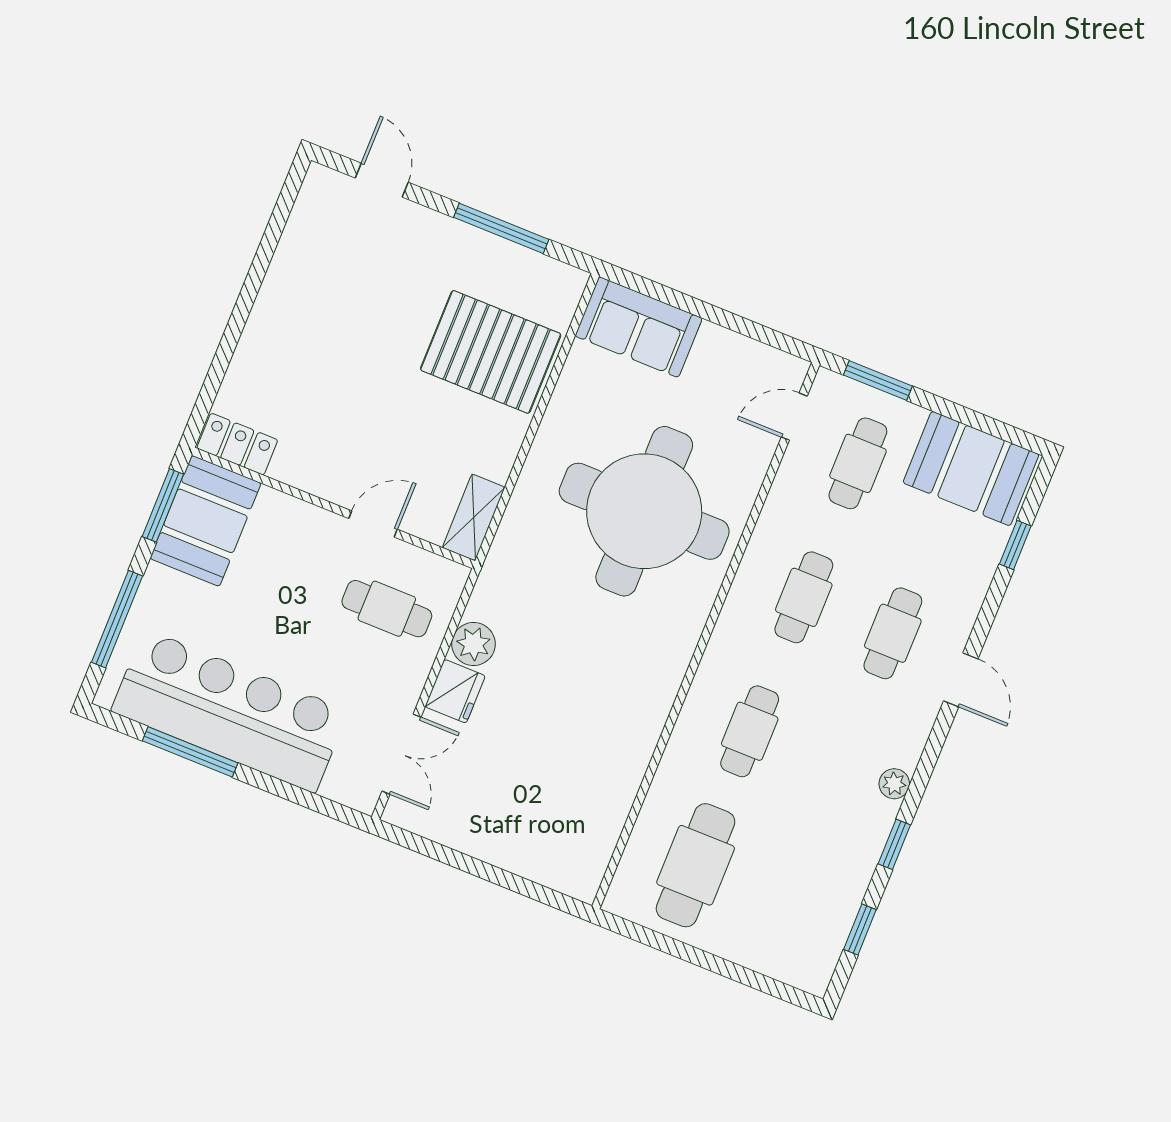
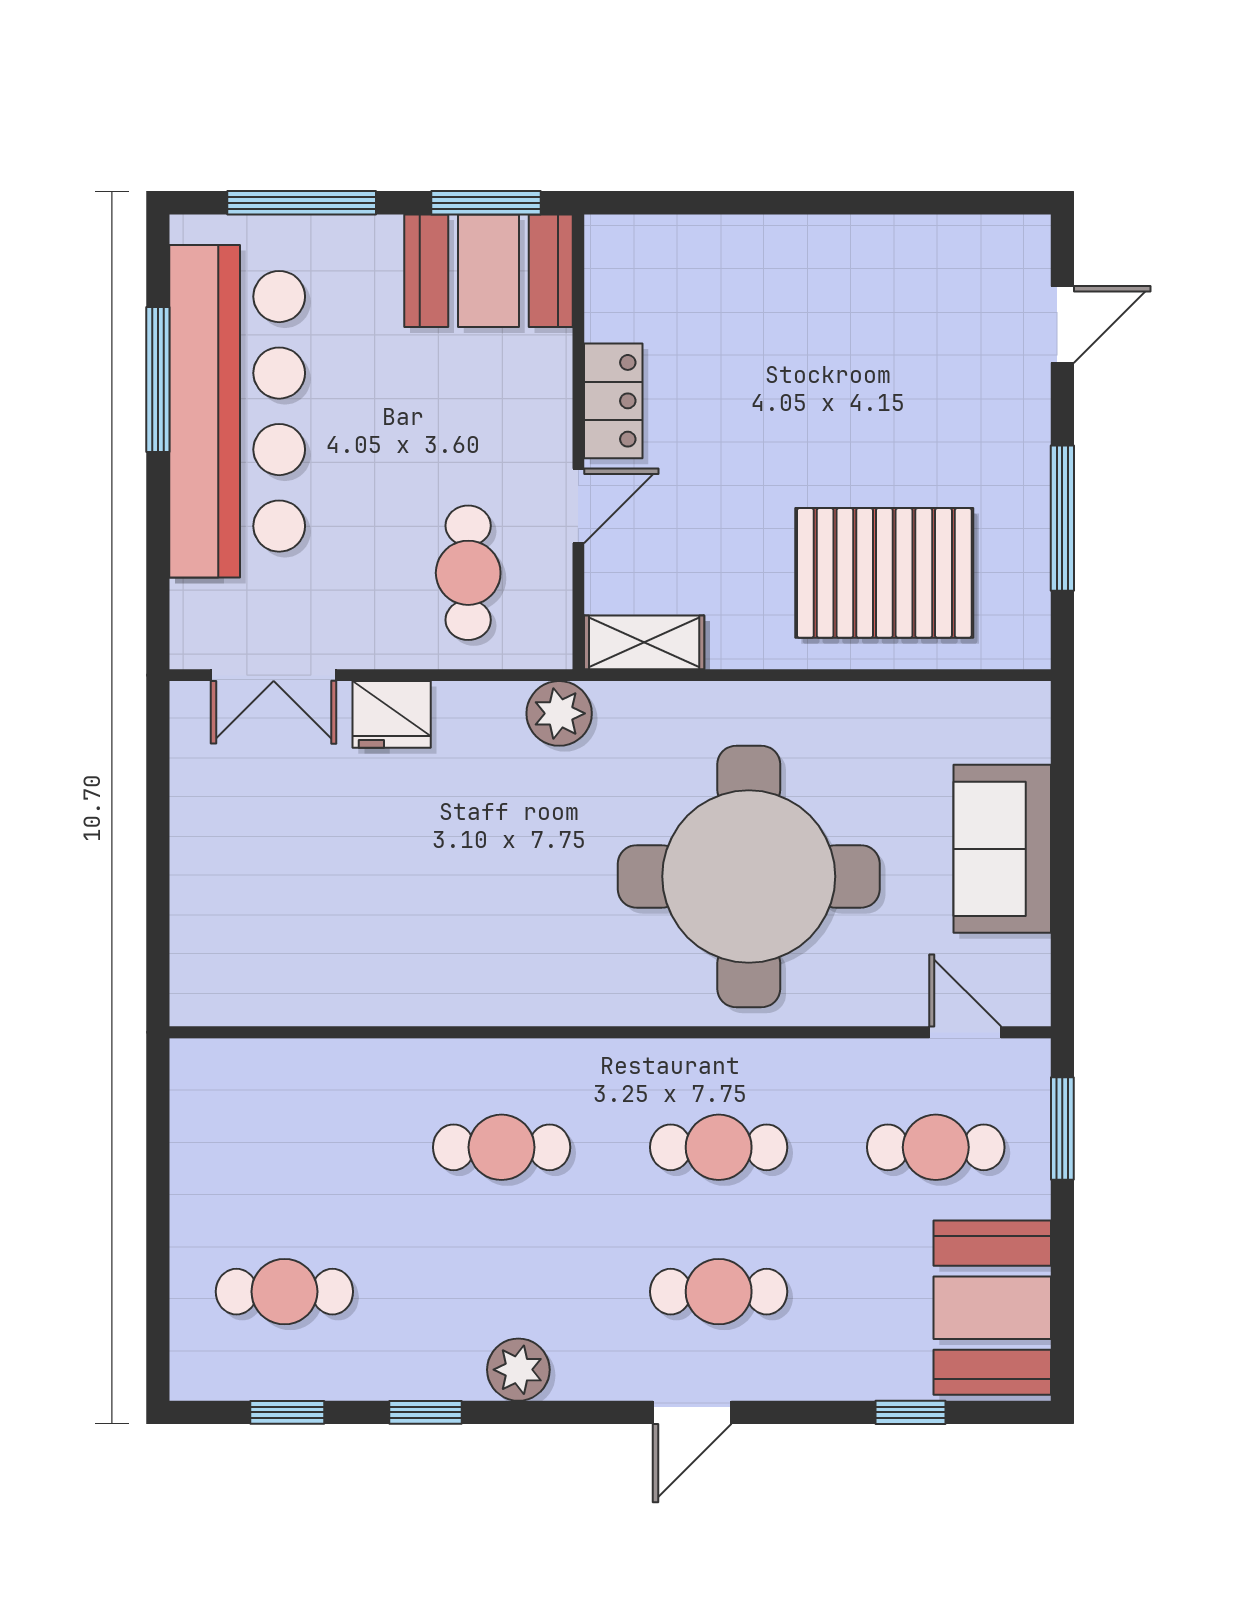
sofa: (639, 327) -> (1002, 849), moved
pallet: (491, 352) -> (884, 573), turned 90
locker: (237, 444) -> (613, 401), moved
door: (373, 524) -> (578, 506), hinge flipped
plant: (473, 644) -> (559, 713), moved
plant: (894, 784) -> (518, 1370), width x1.38, depth x1.38
cafe table: (696, 865) -> (284, 1292), moved, width x0.73, depth x0.74

